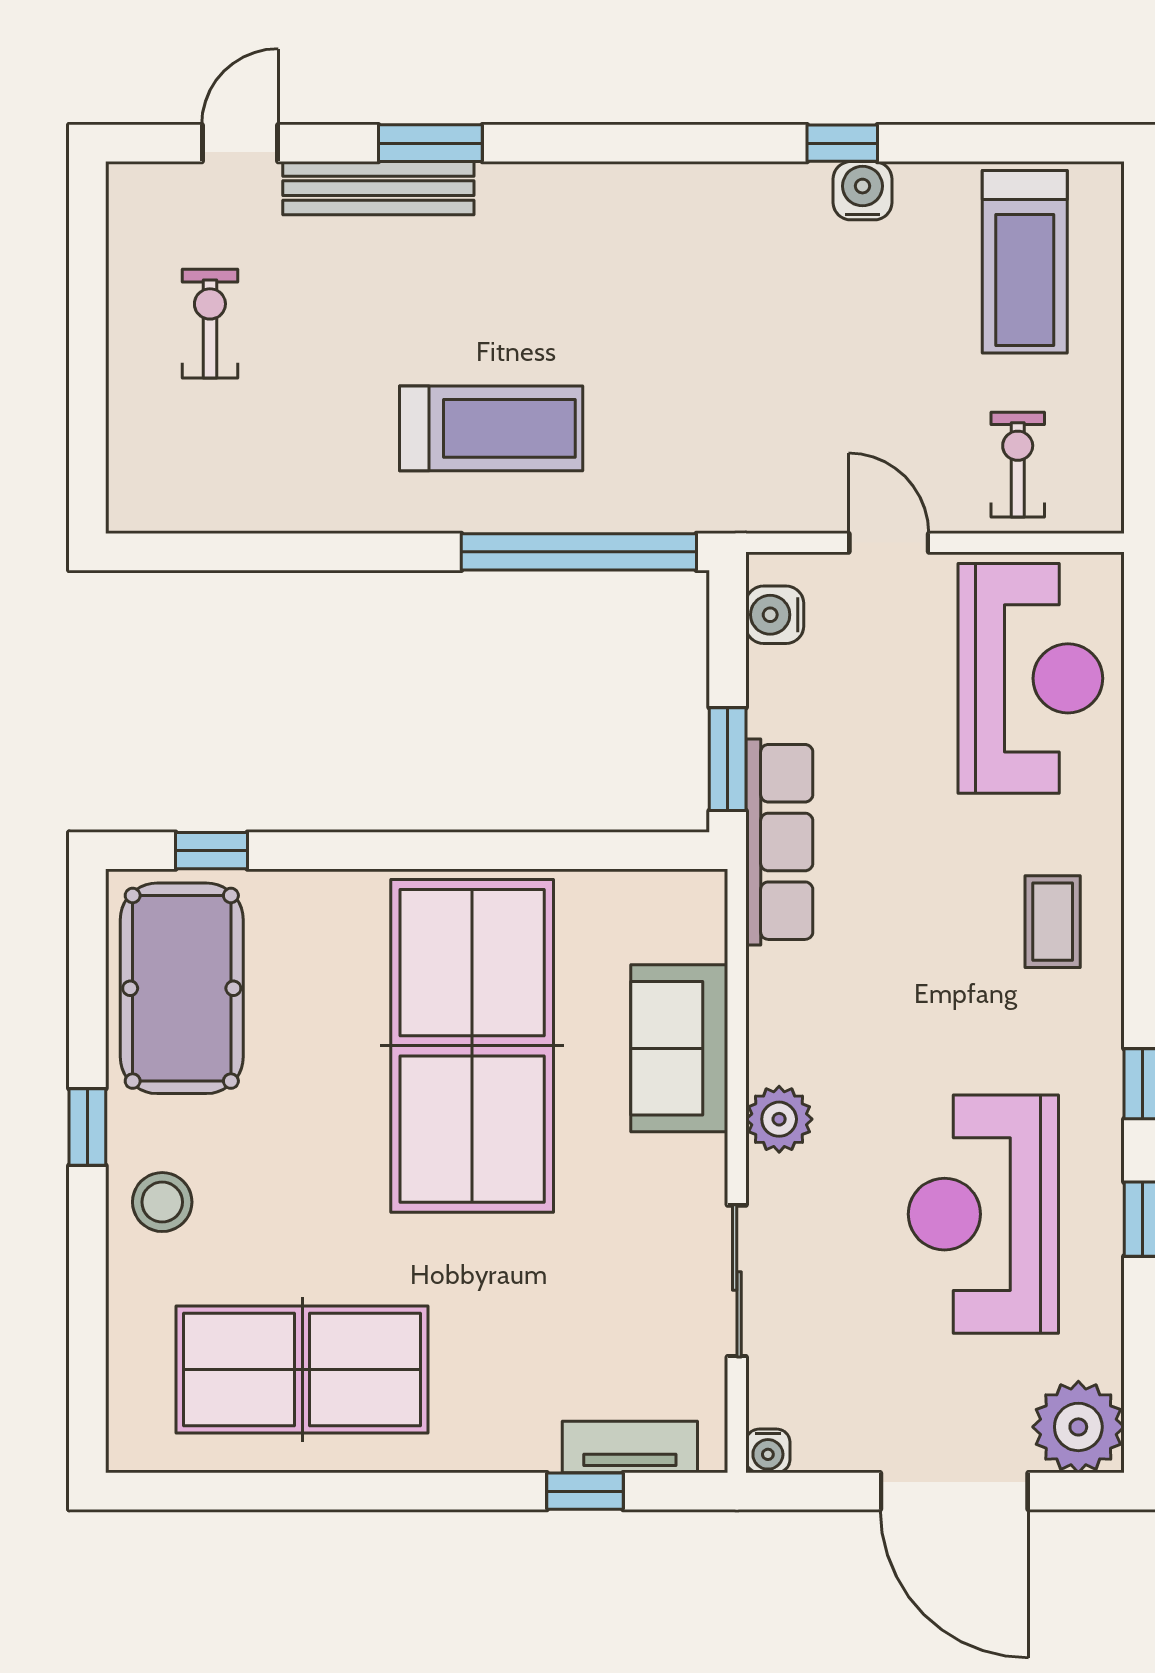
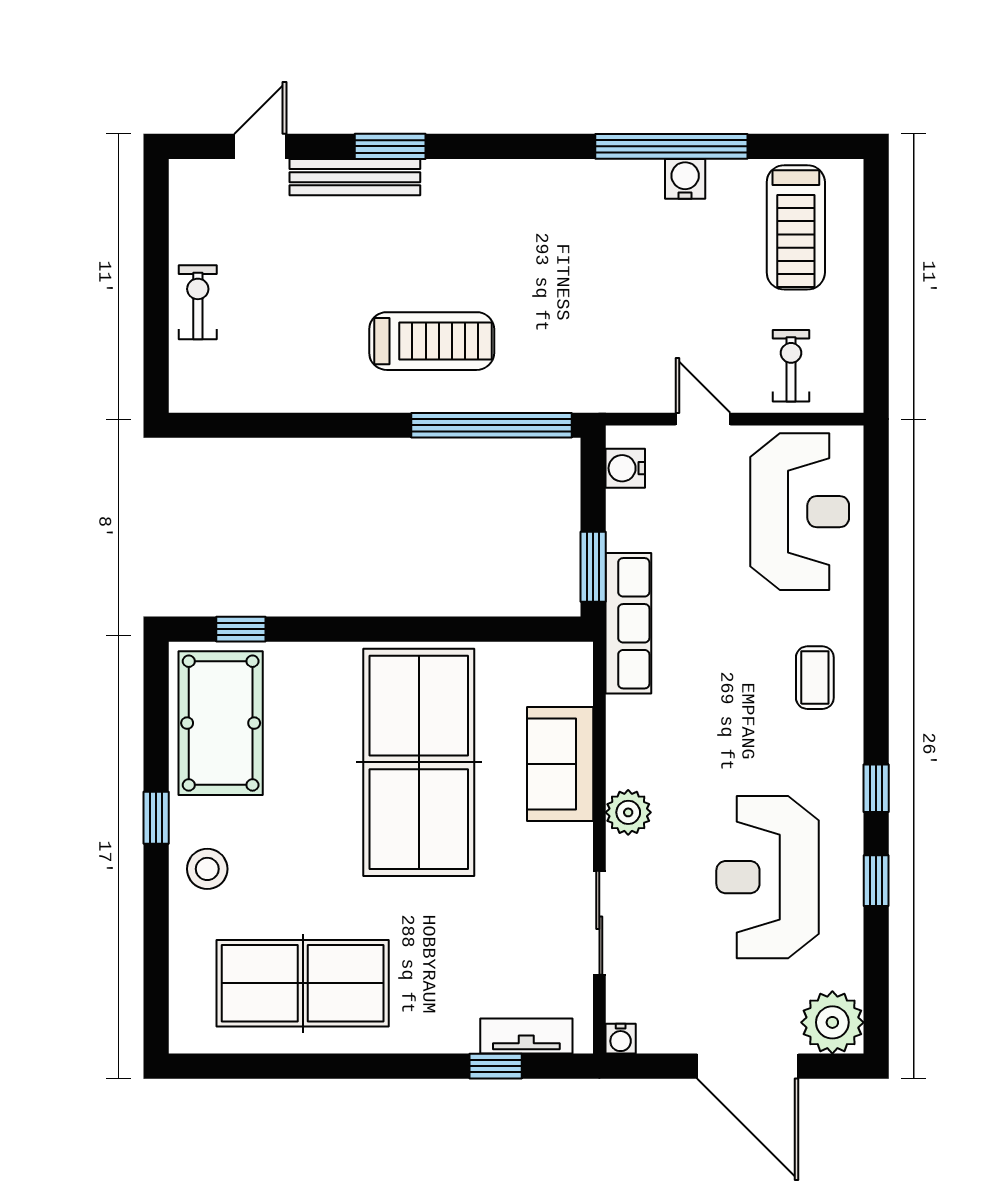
window: (842, 143) -> (671, 146), width x3.17
exercise bike: (210, 324) -> (198, 302), moved

